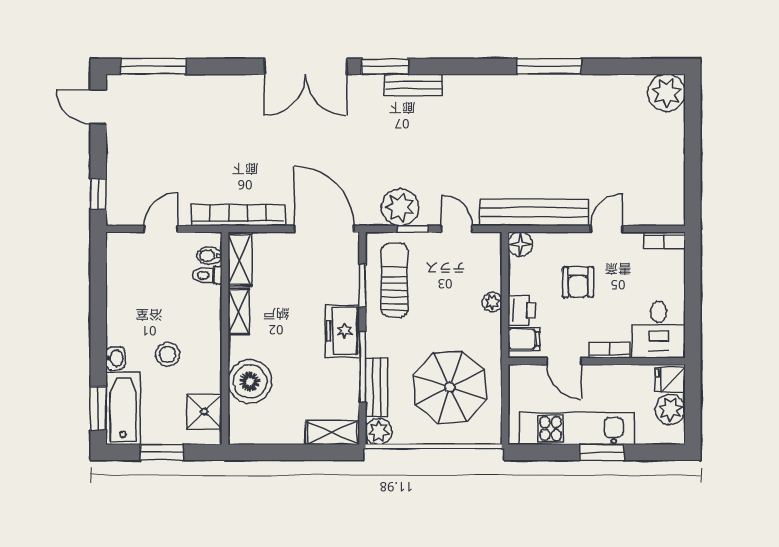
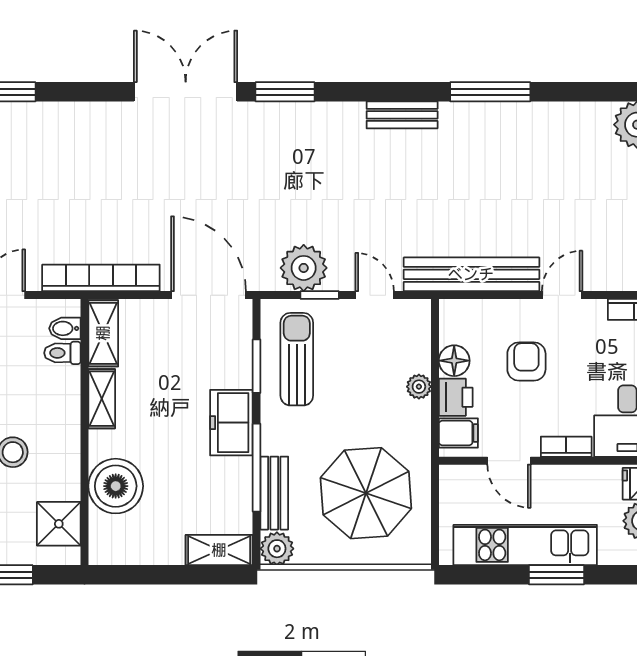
double door: (306, 66) -> (186, 92), swing flipped
bench: (413, 85) -> (402, 115), moved
floor lamp: (520, 244) -> (454, 361), moved
armchair: (578, 282) -> (526, 362), turned 180

